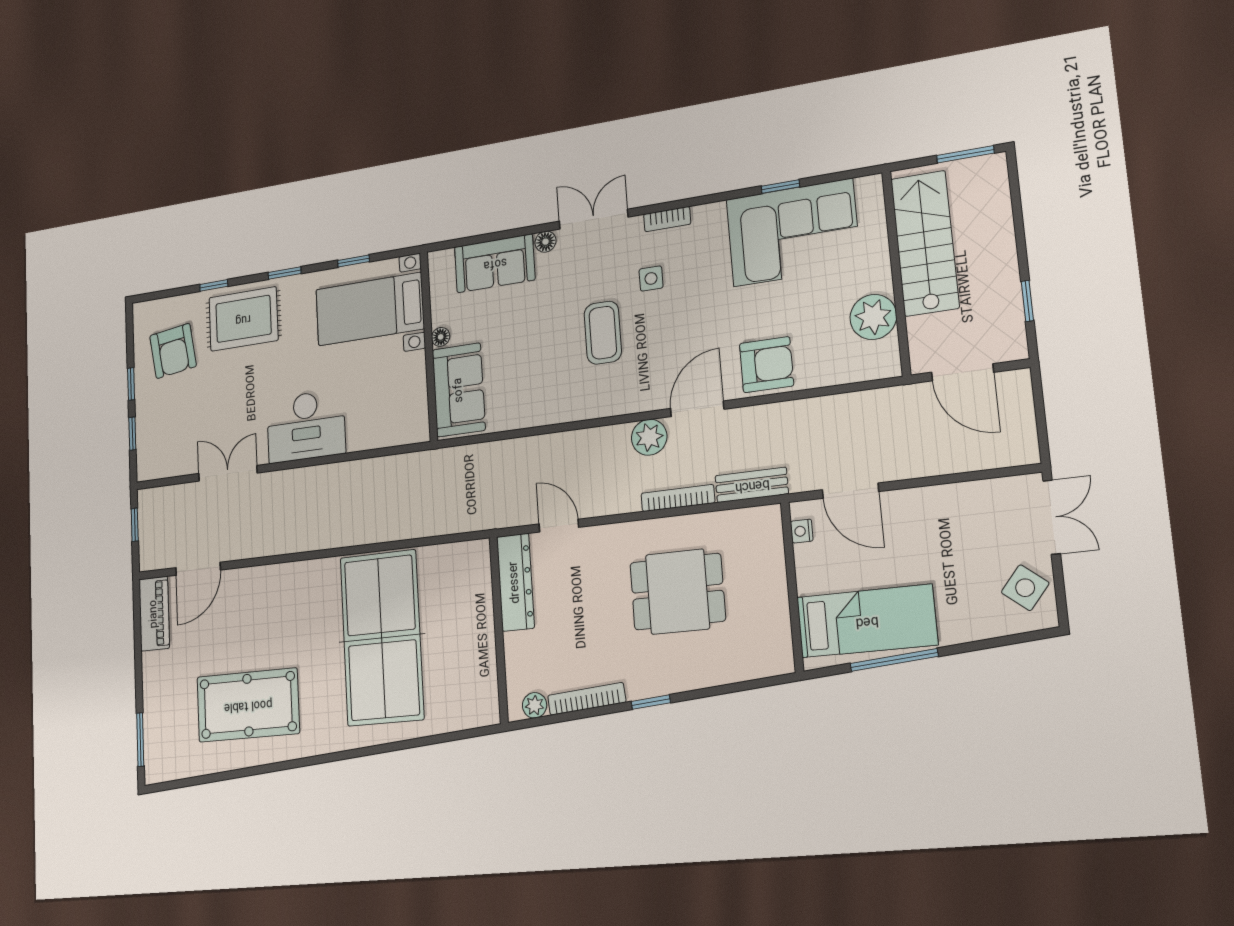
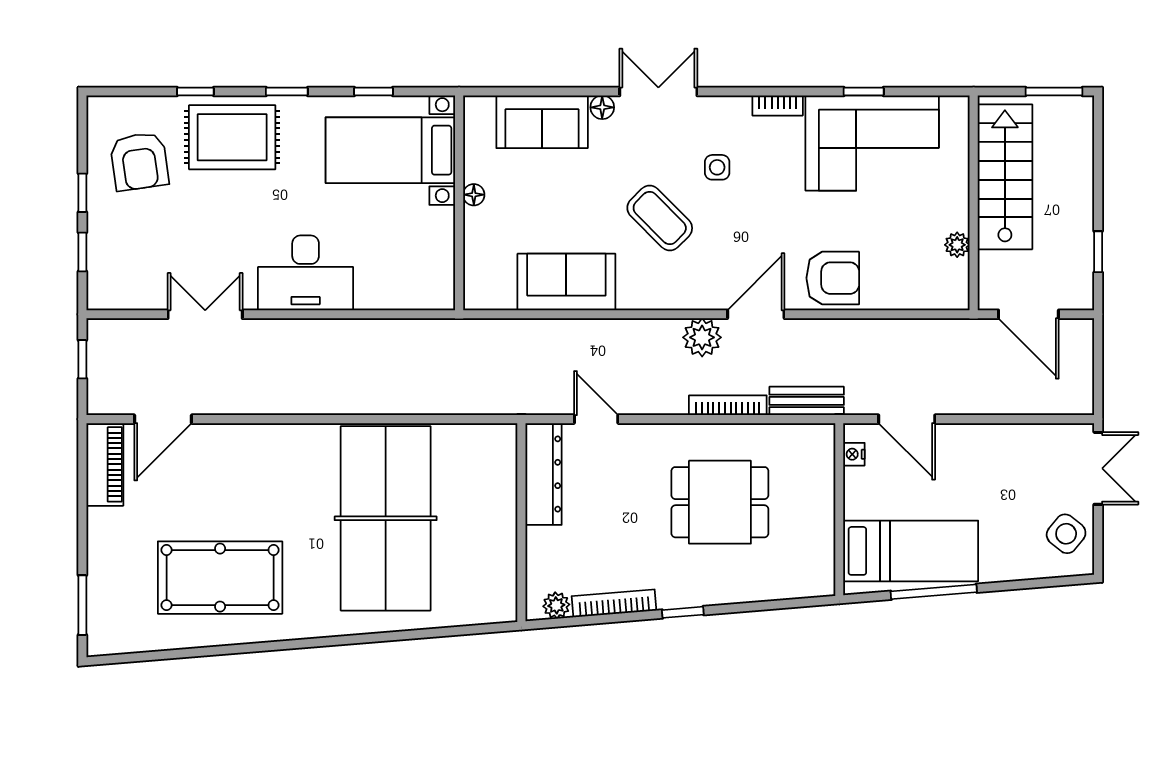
bookcase: (667, 219) -> (778, 105), moved
plant: (873, 317) -> (957, 245), width x0.53, depth x0.53
coffee table: (603, 333) -> (660, 218), turned -45
sofa: (459, 390) -> (566, 282), moved, turned -90

